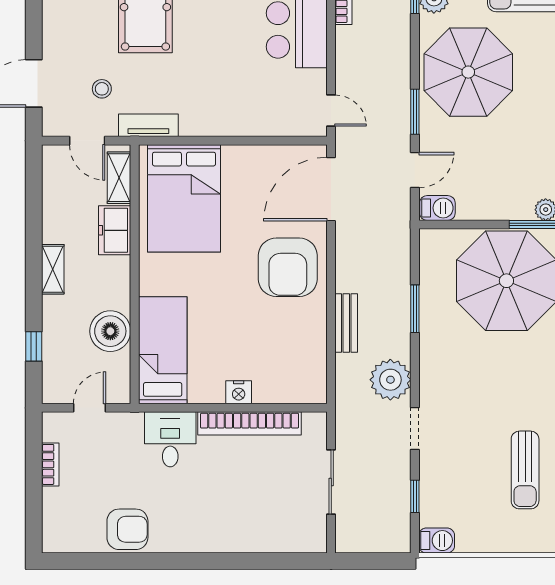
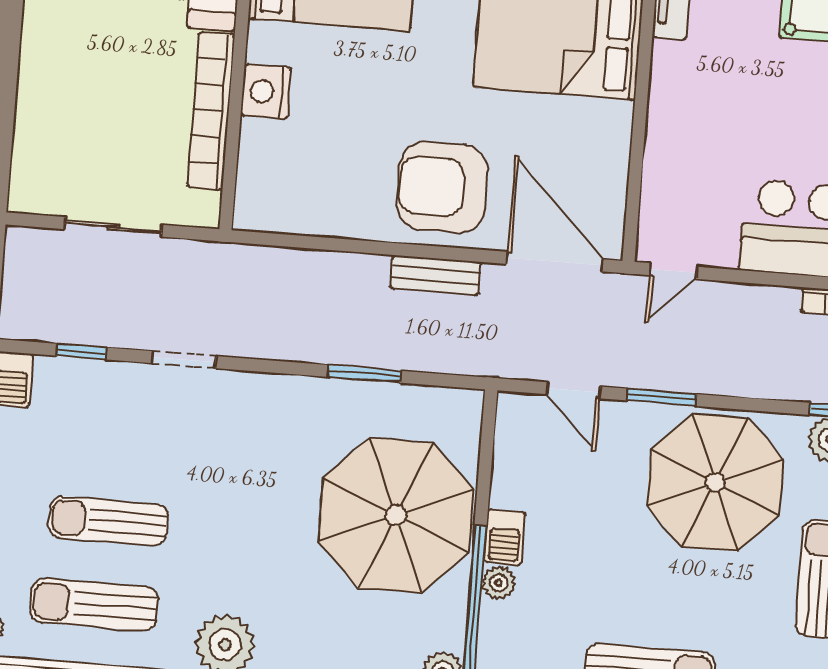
barbecue: (437, 208) -> (505, 537), moved
bench: (346, 323) -> (436, 275), moved
plant: (390, 380) -> (260, 329), removed
nightstand: (239, 392) -> (266, 92), width x1.36, depth x1.33

